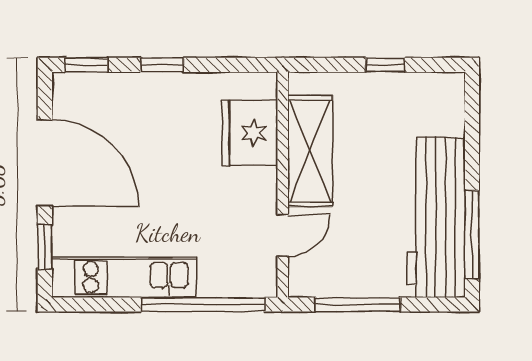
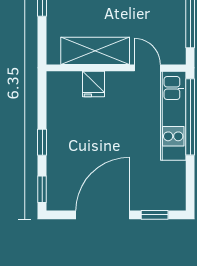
fridge: (249, 133) -> (94, 84), width x0.53, depth x0.75
kitchen unit: (124, 277) -> (173, 116), moved

